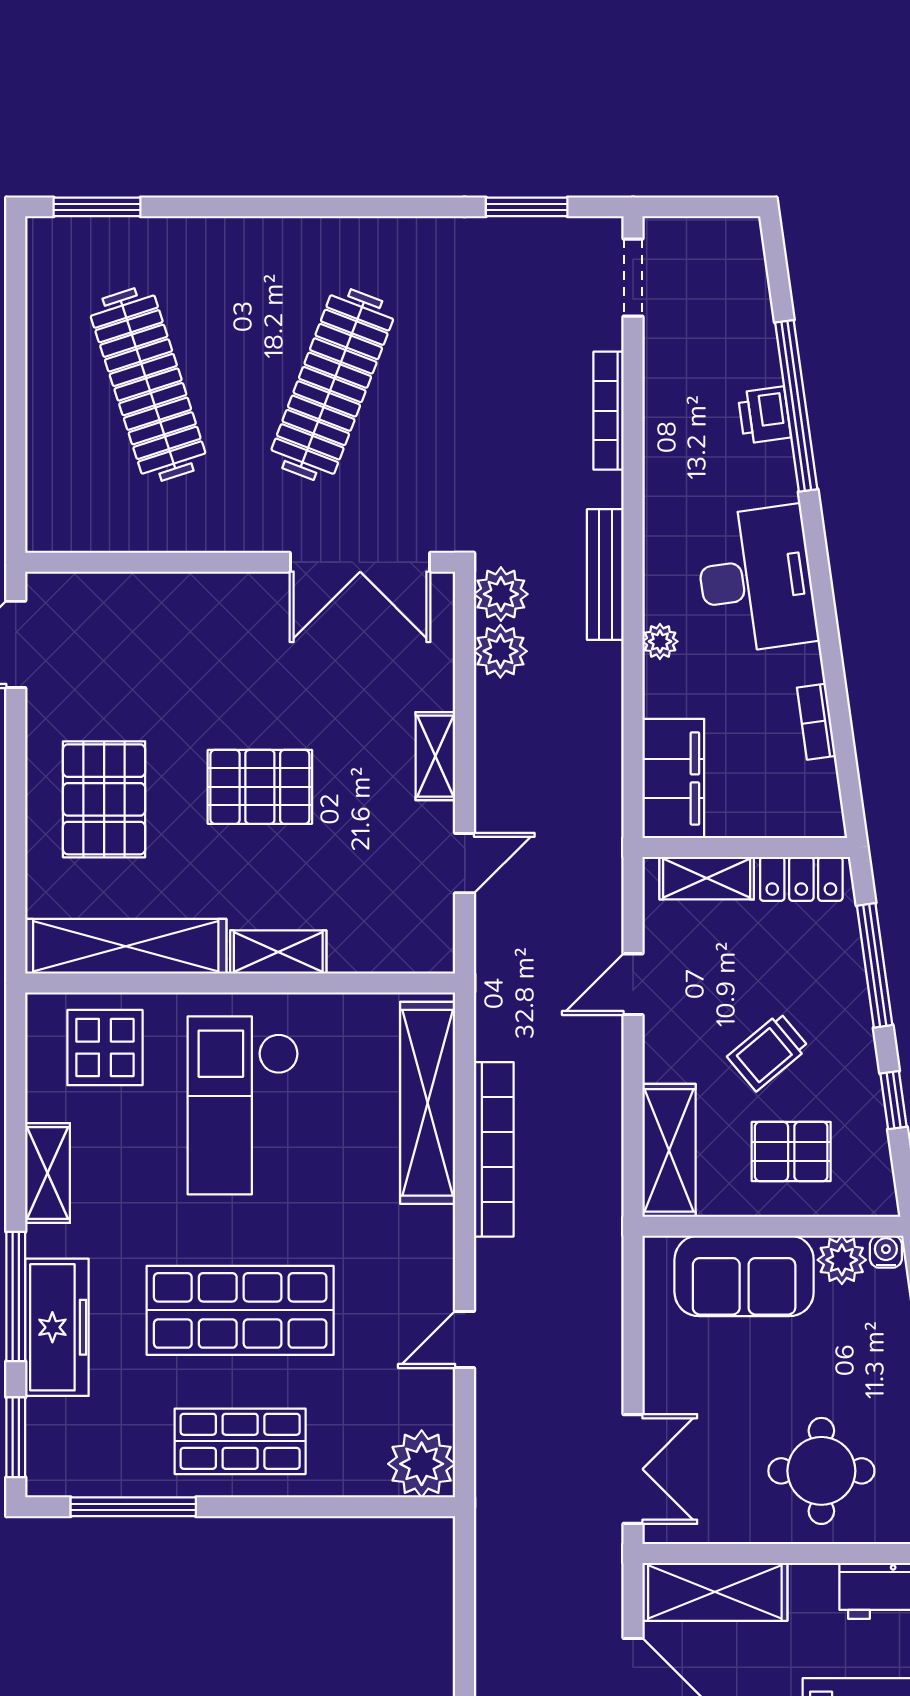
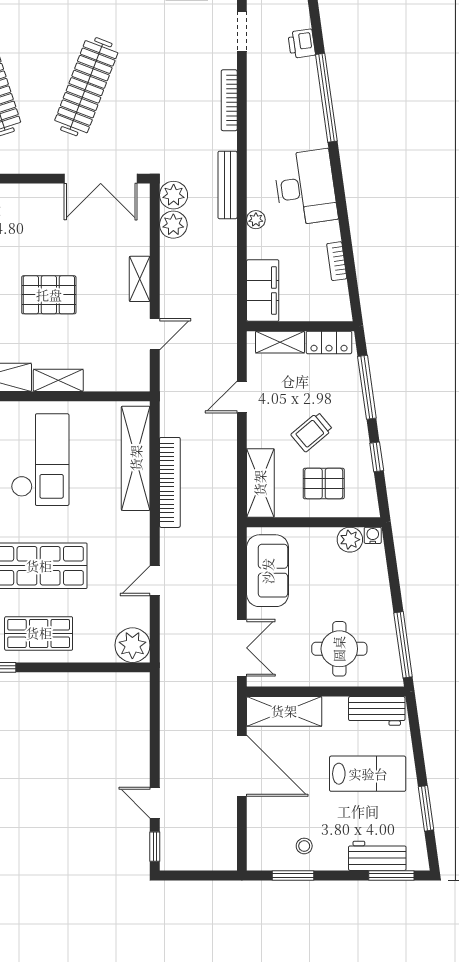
printer: (764, 415) -> (302, 44), moved
checkout: (243, 1105) -> (40, 460), turned 180
sofa: (744, 1276) -> (268, 571), moved, turned -90

